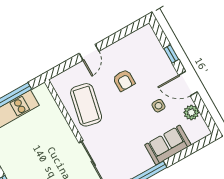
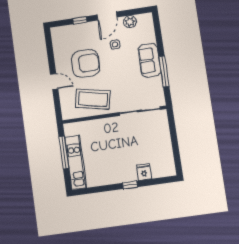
armchair: (124, 80) -> (86, 63), width x1.88, depth x1.88
sofa: (168, 145) -> (149, 60), moved

